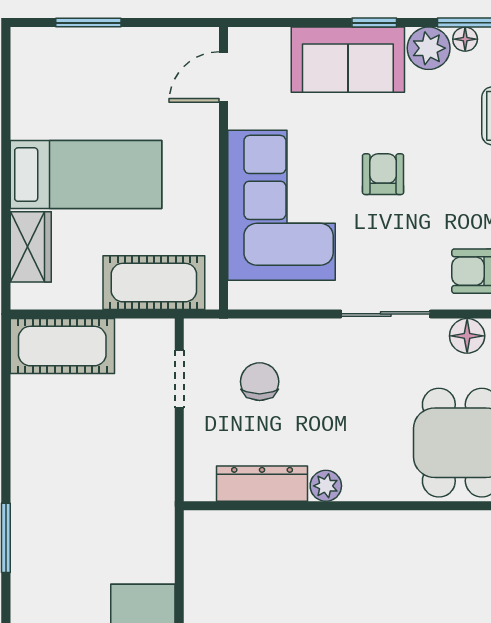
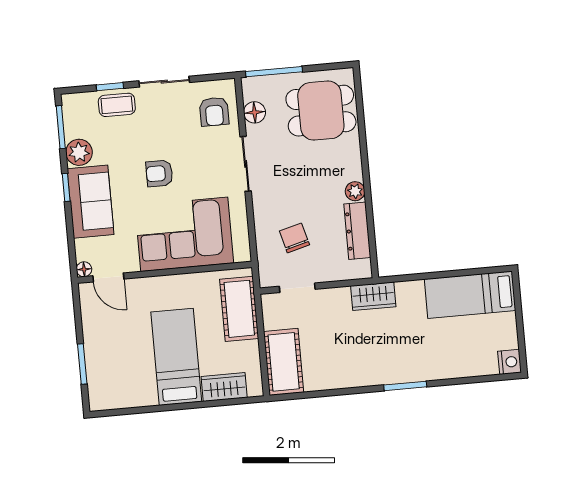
floor lamp: (465, 39) -> (84, 269), moved
chair: (260, 382) -> (294, 238), turned 75
wardrobe: (155, 500) -> (373, 296), added

